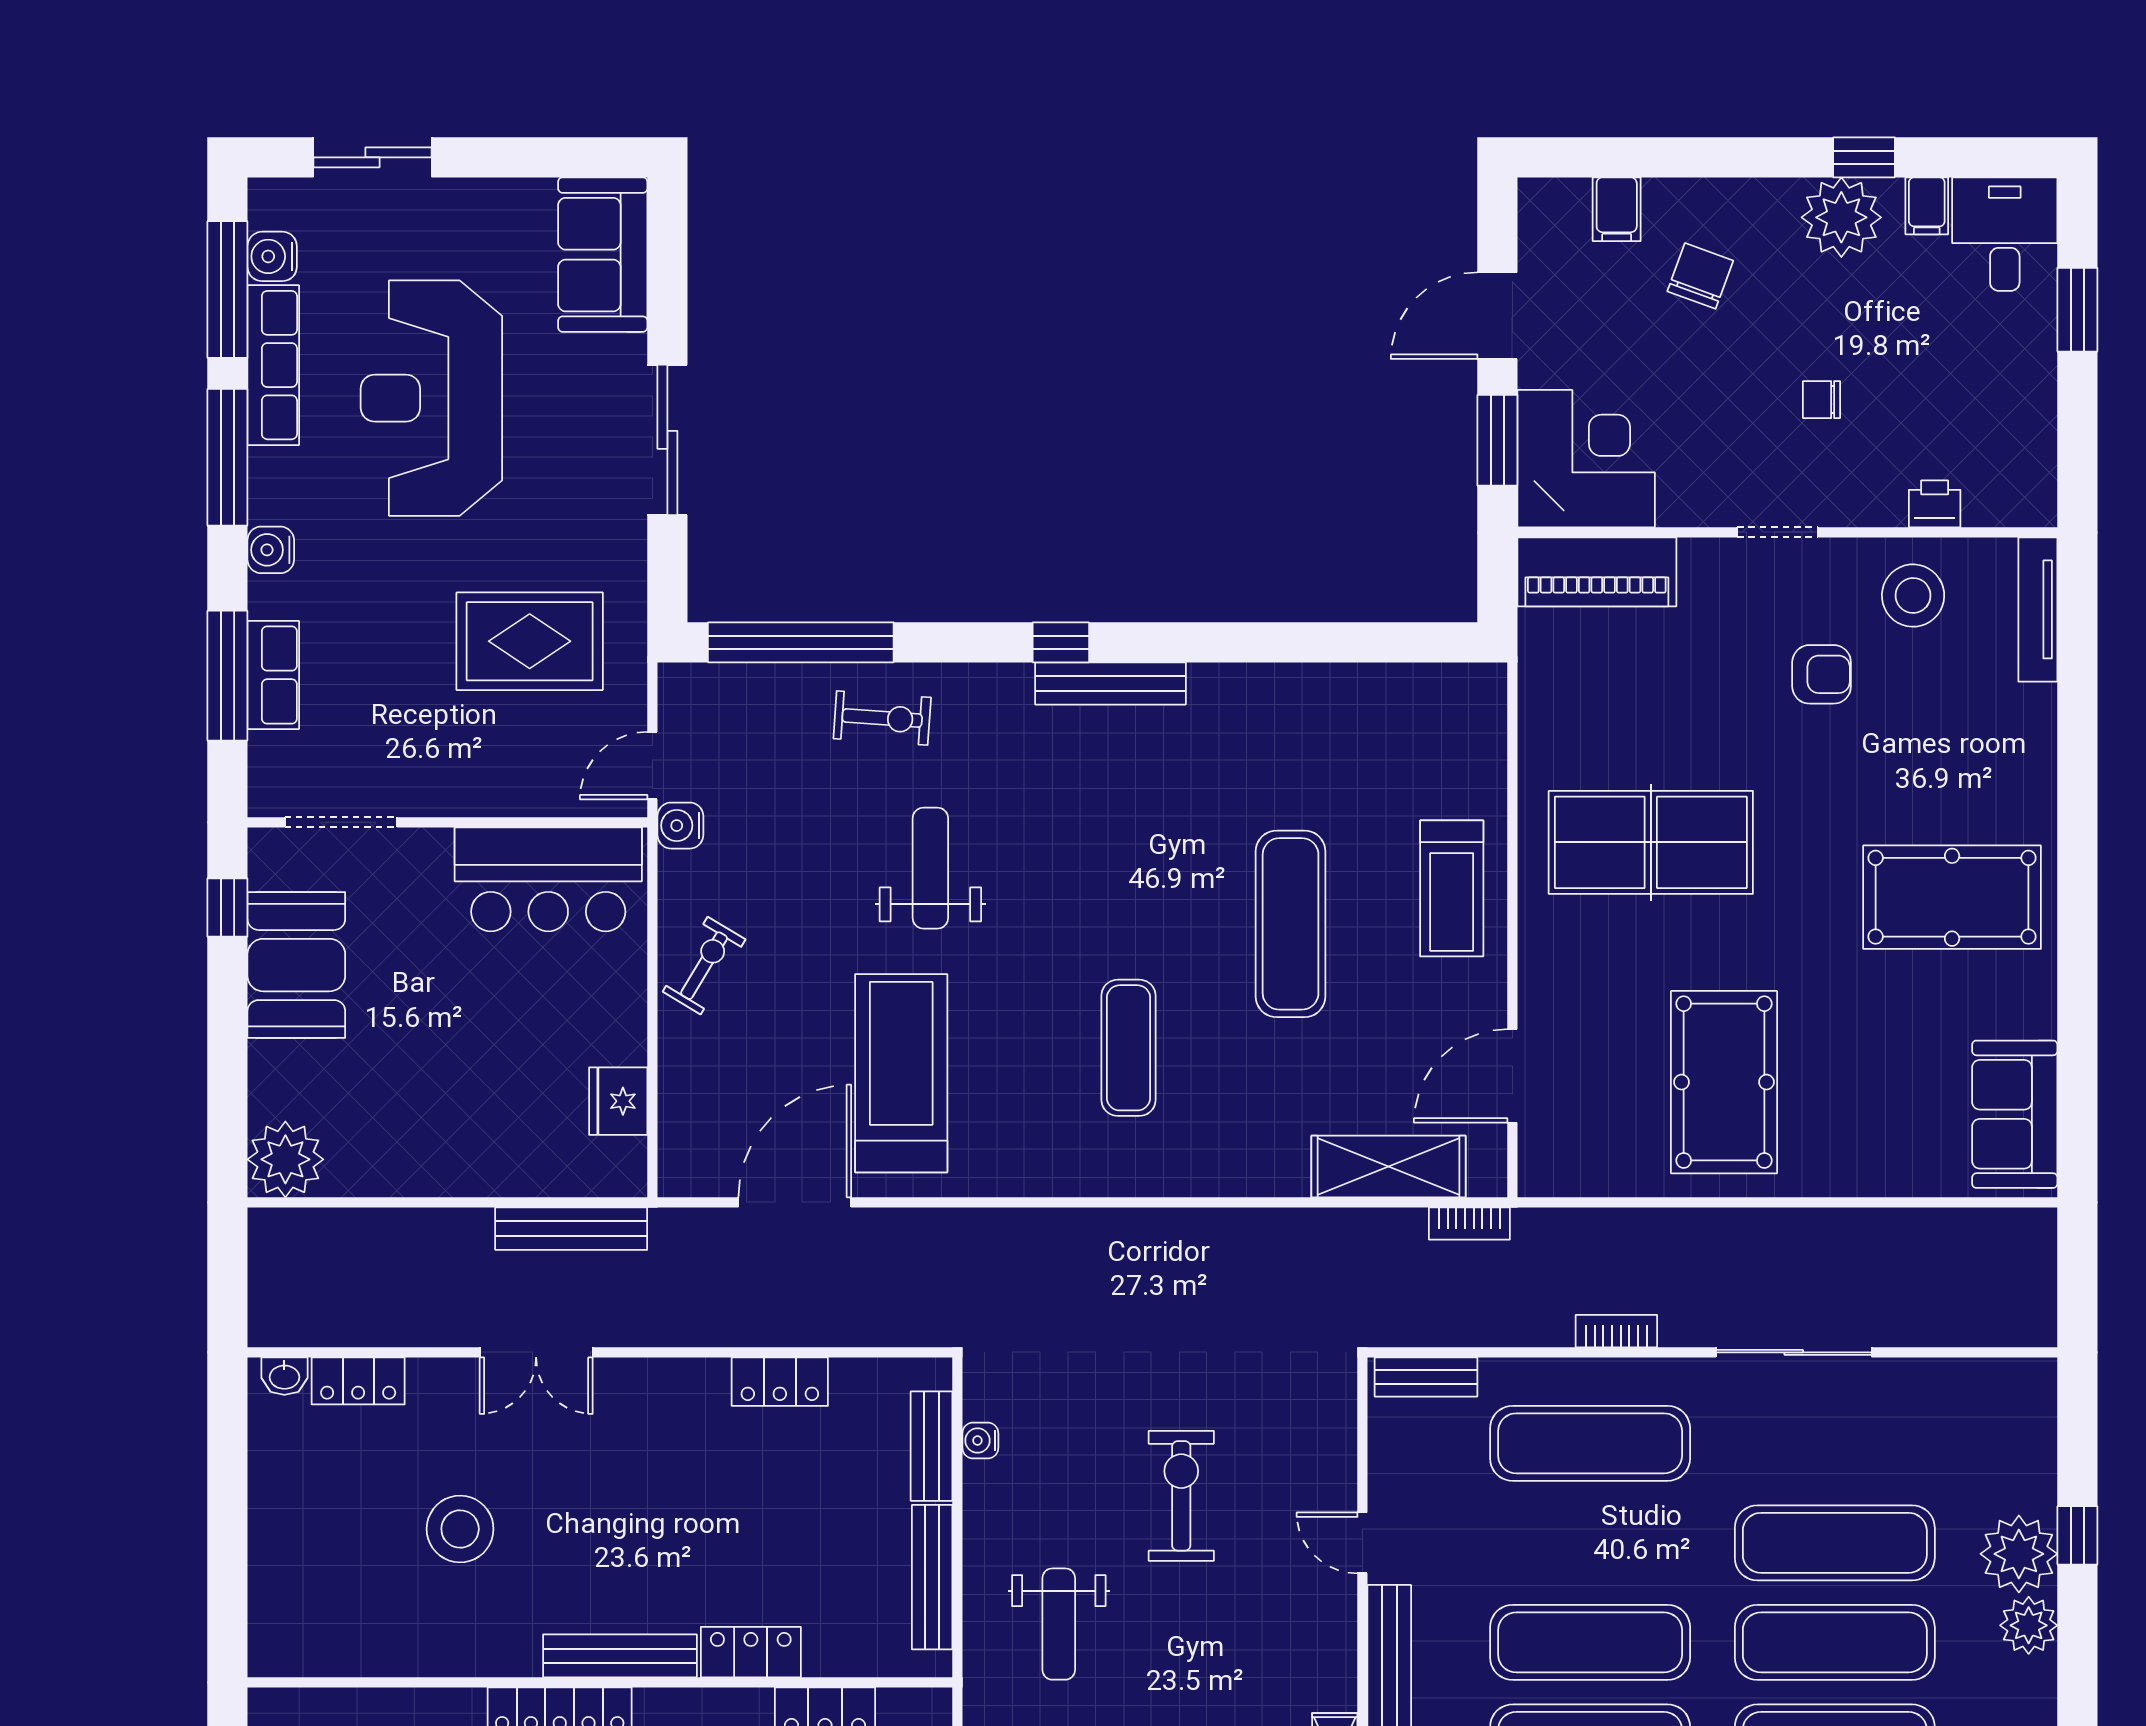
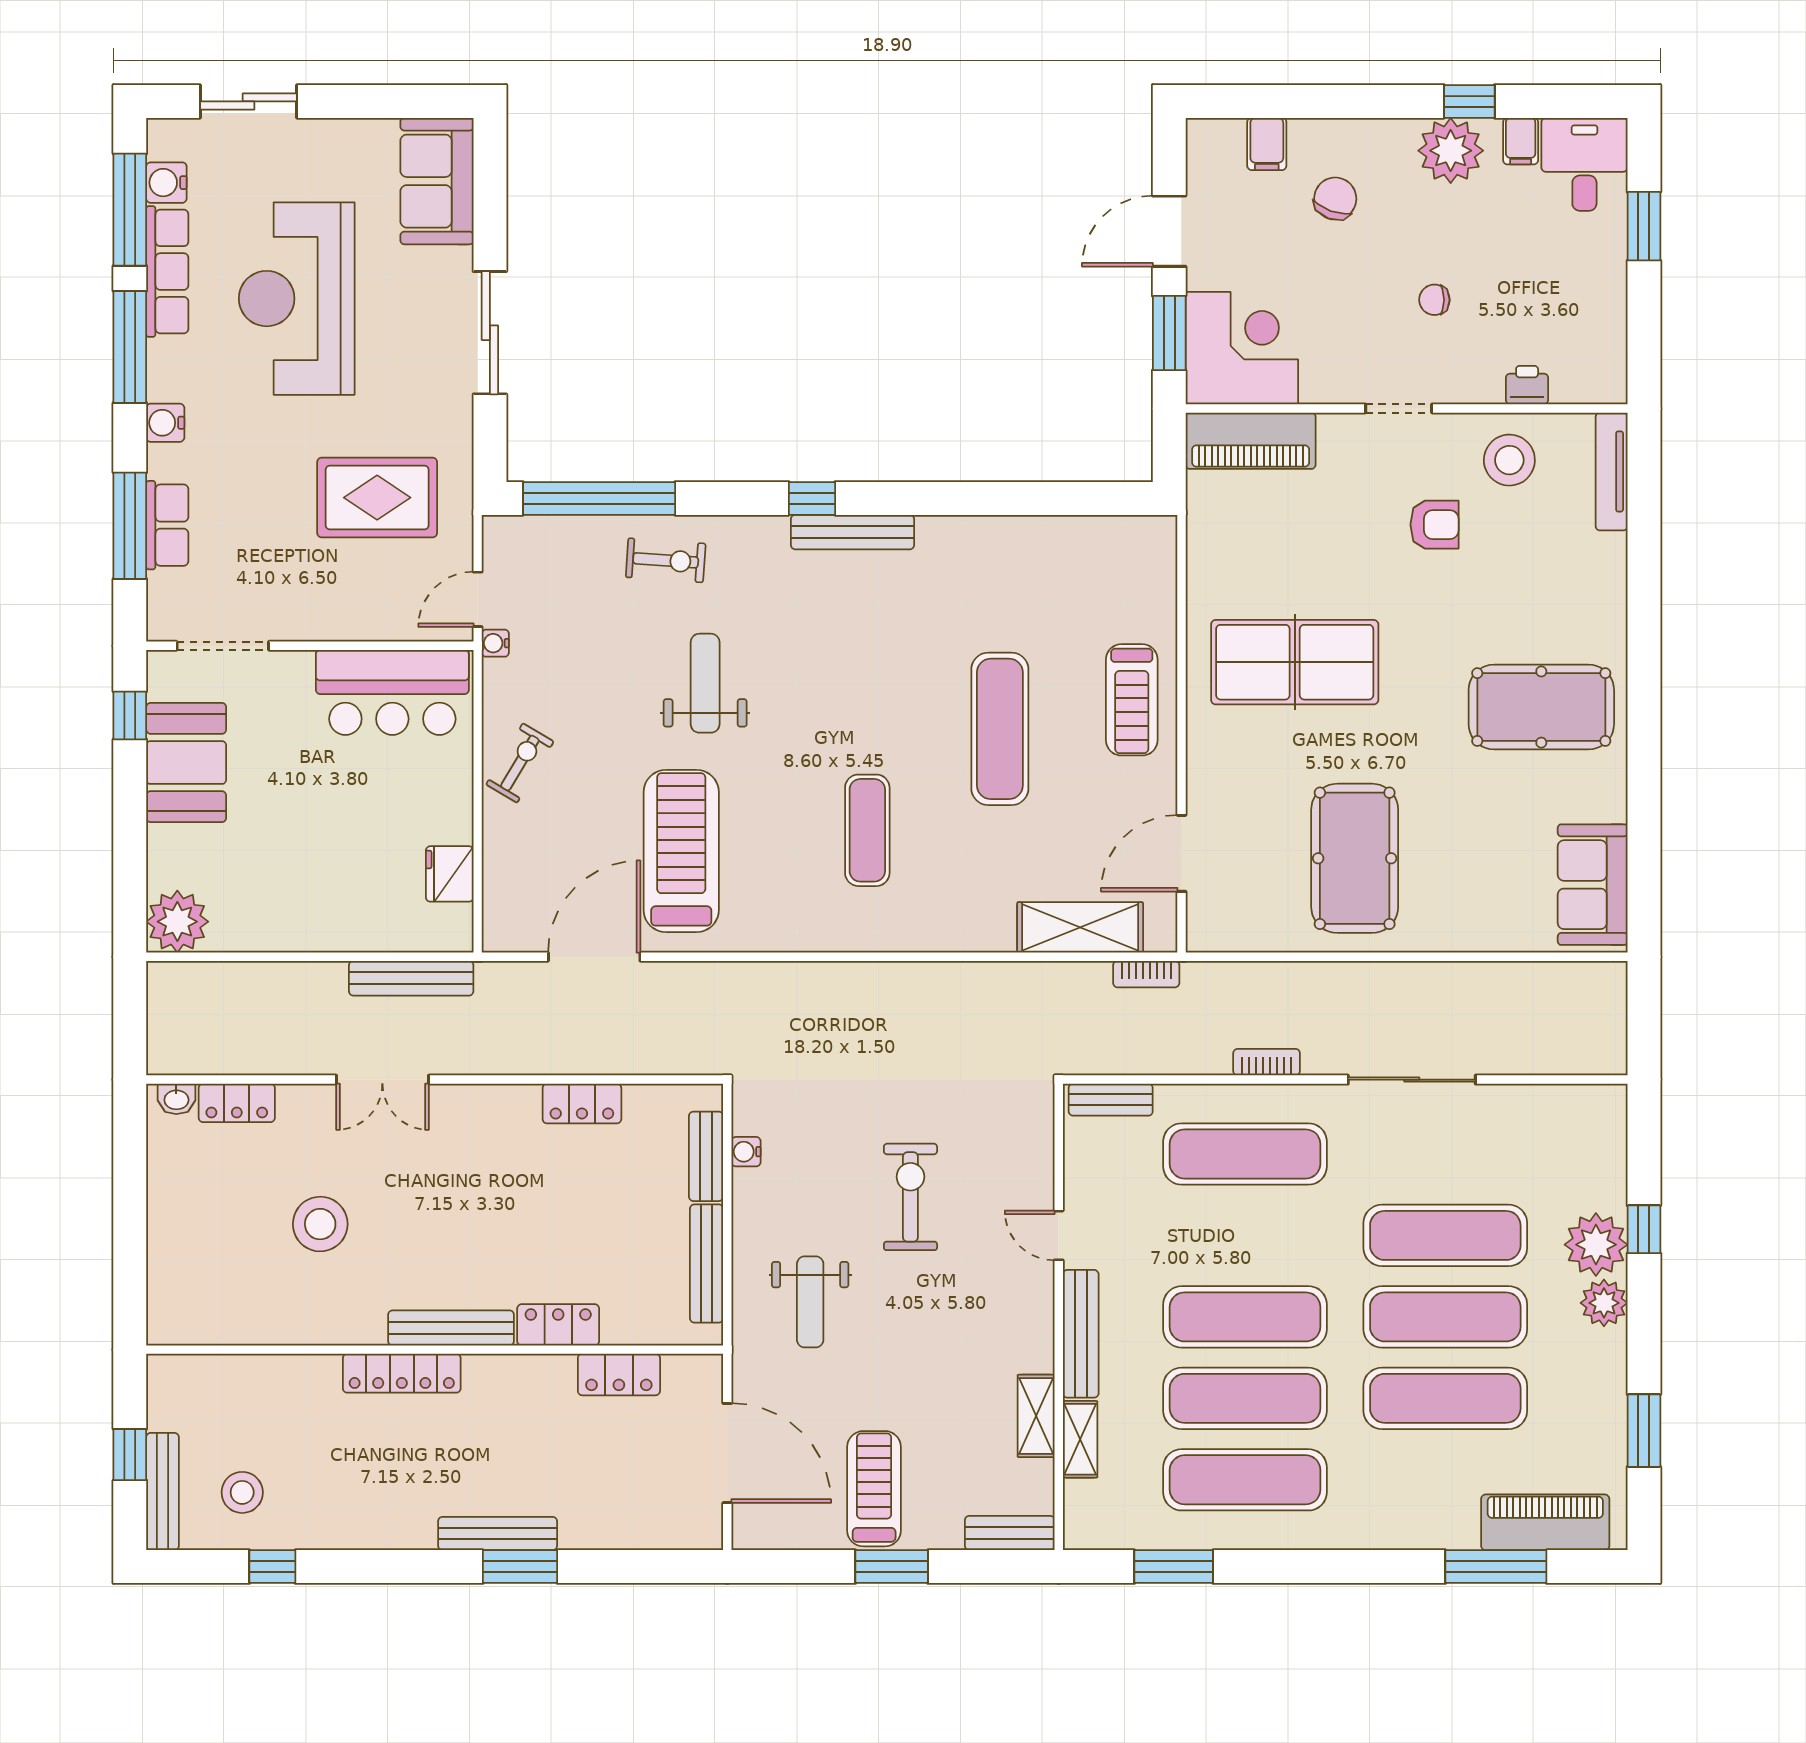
water cooler: (680, 826) -> (495, 643), width x0.72, depth x0.72

